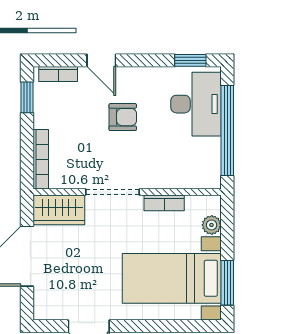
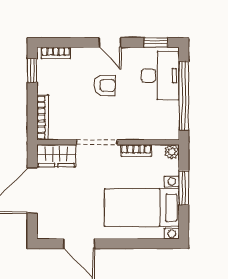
door: (101, 60) -> (110, 43), moved
plant: (212, 225) -> (172, 152), moved
window: (227, 283) -> (184, 188), moved

